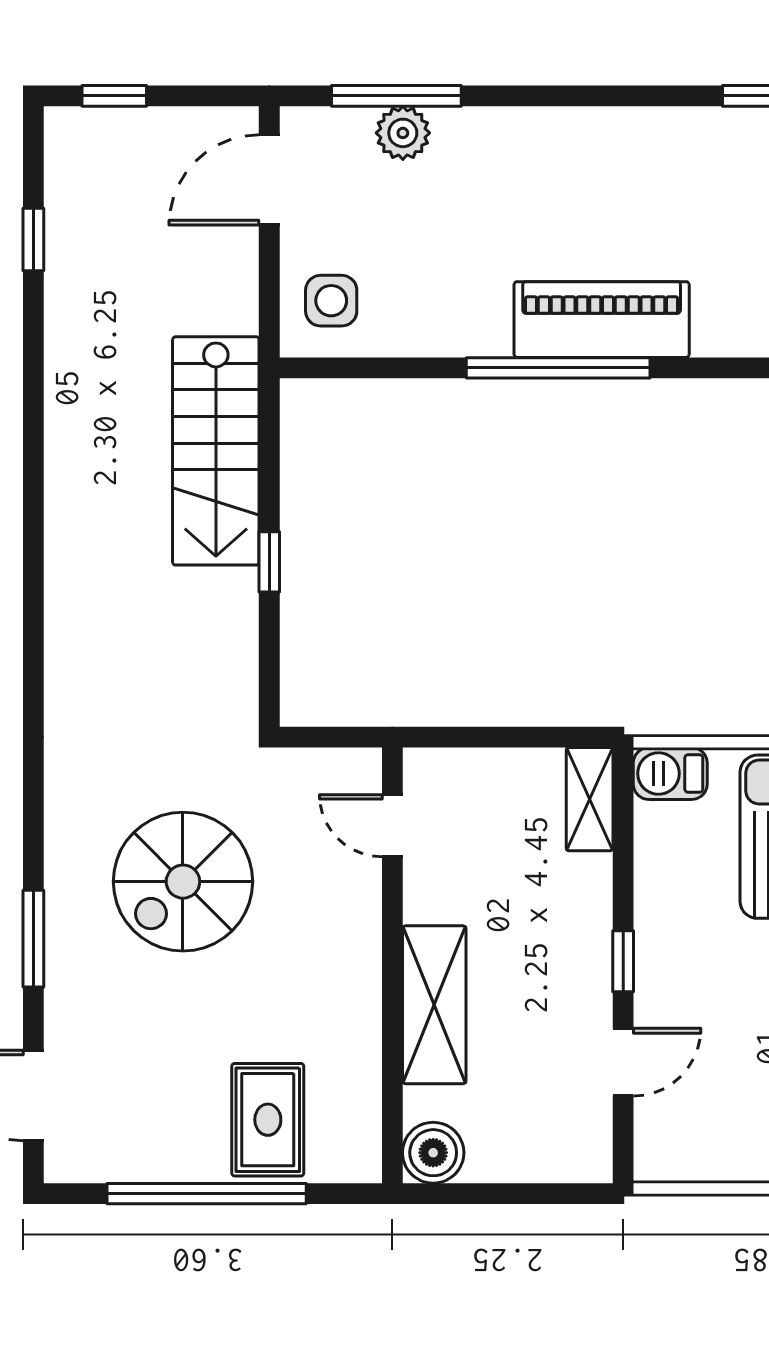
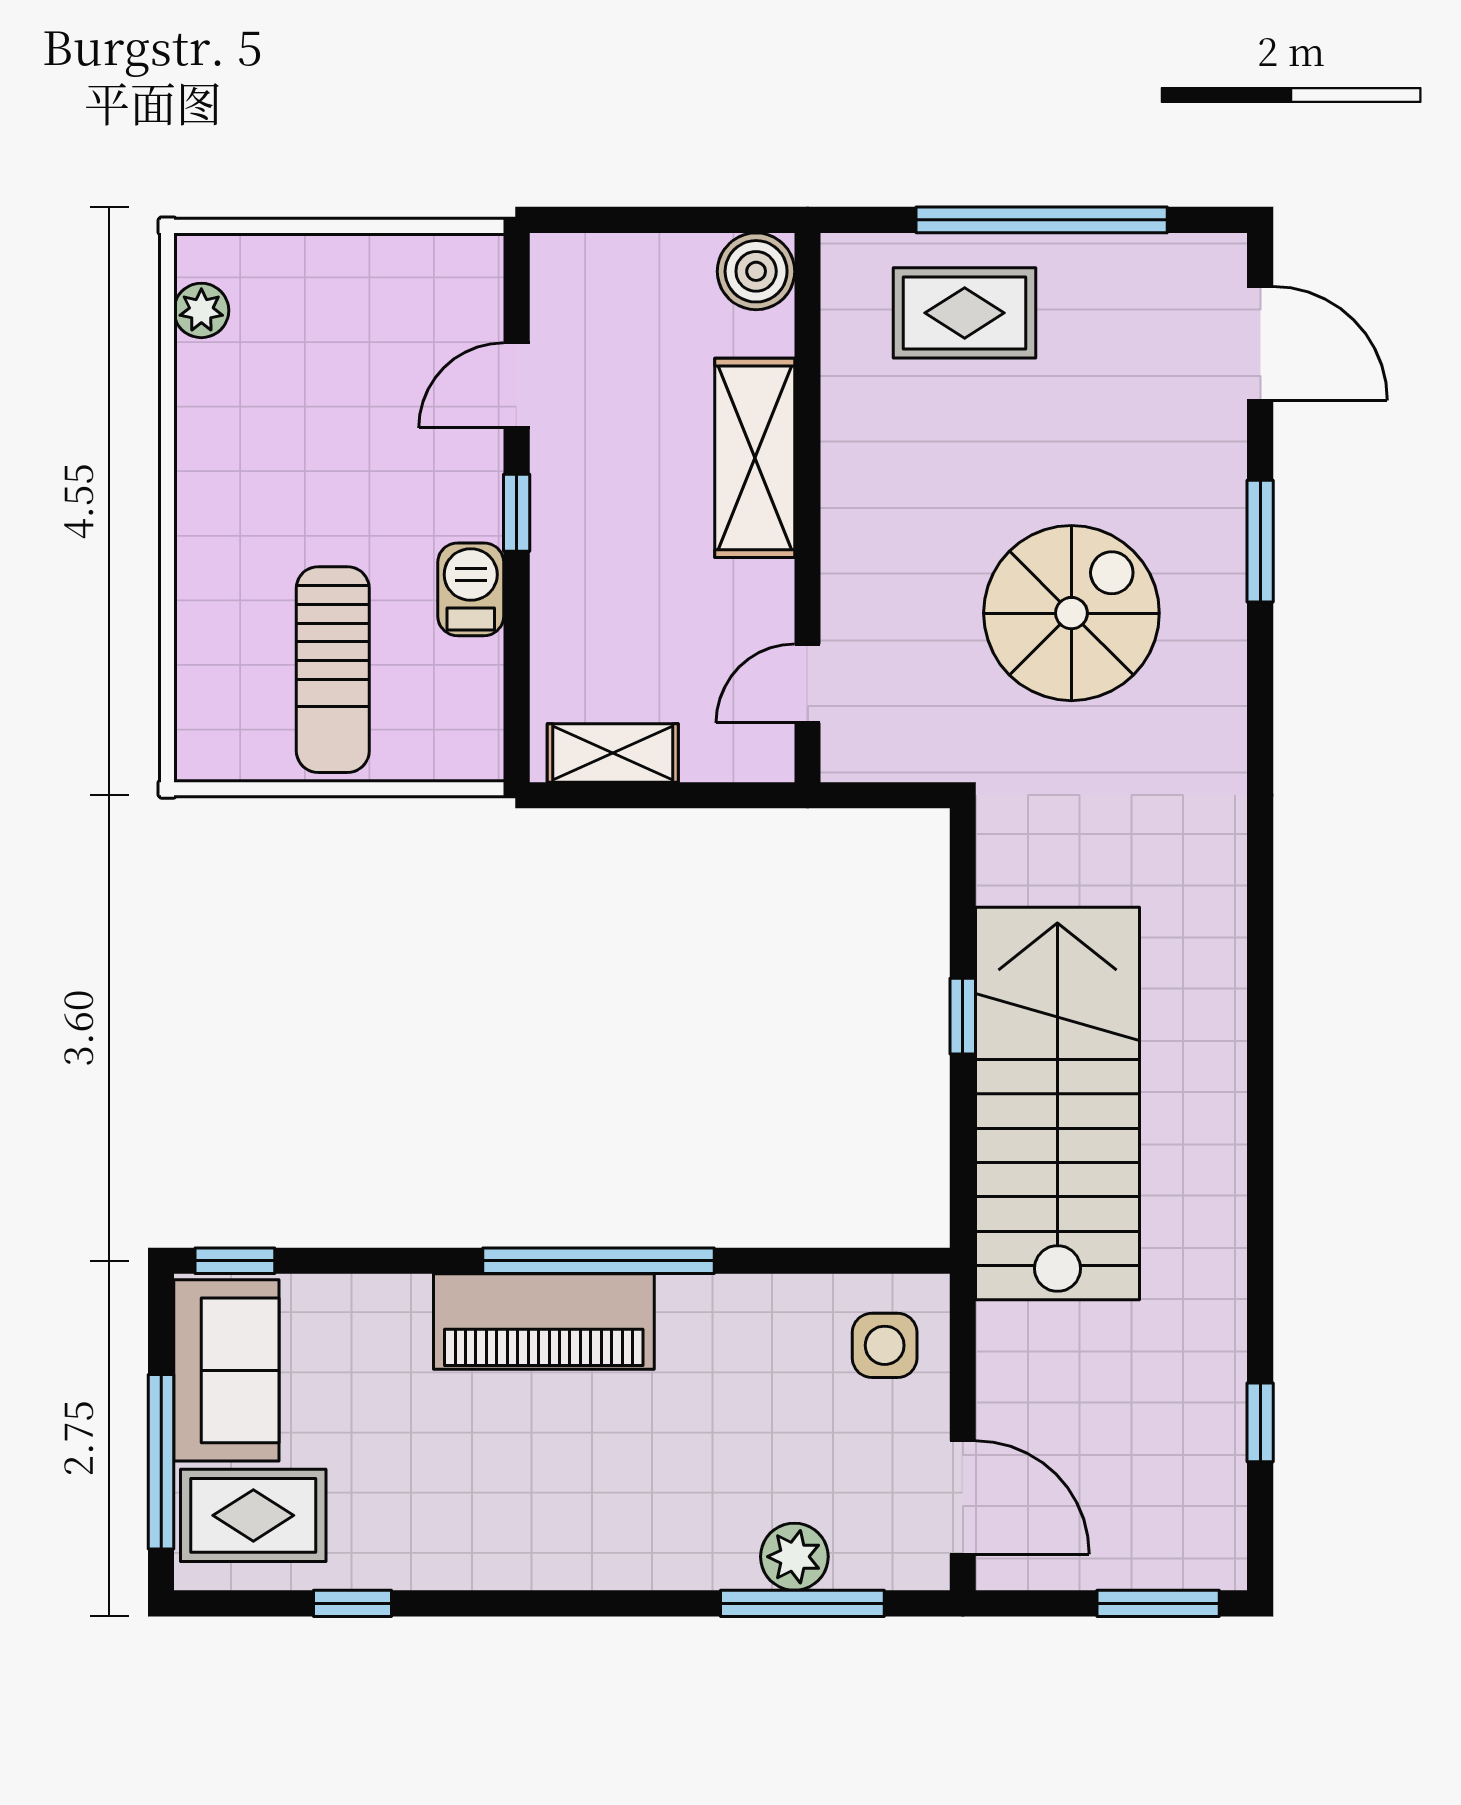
window: (114, 96) -> (1158, 1603), width x1.50
door: (269, 180) -> (963, 1497), hinge flipped
stairs: (216, 451) -> (1057, 1104), width x1.36, depth x1.51
barbecue: (670, 773) -> (471, 589), moved, turned -90
shelving: (590, 799) -> (613, 753), moved, turned 90
door: (392, 826) -> (808, 683), swing flipped
rug: (268, 1120) -> (965, 313), turned 90

